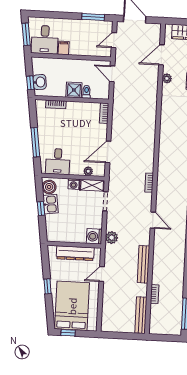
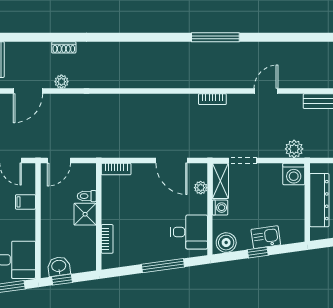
filing cabinet: (64, 48) -> (25, 202), moved
door: (161, 55) -> (28, 91), hinge flipped
washbasin: (40, 82) -> (59, 266), moved
window: (30, 83) -> (62, 280), moved
kitchen sink: (51, 204) -> (266, 237), moved

